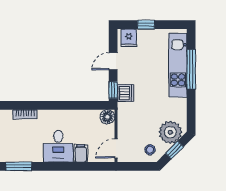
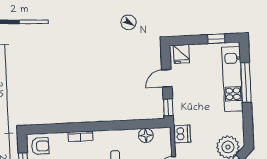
window: (146, 25) -> (216, 39), moved
dishwasher: (126, 93) -> (182, 134), moved
floor lamp: (107, 117) -> (146, 135), moved

